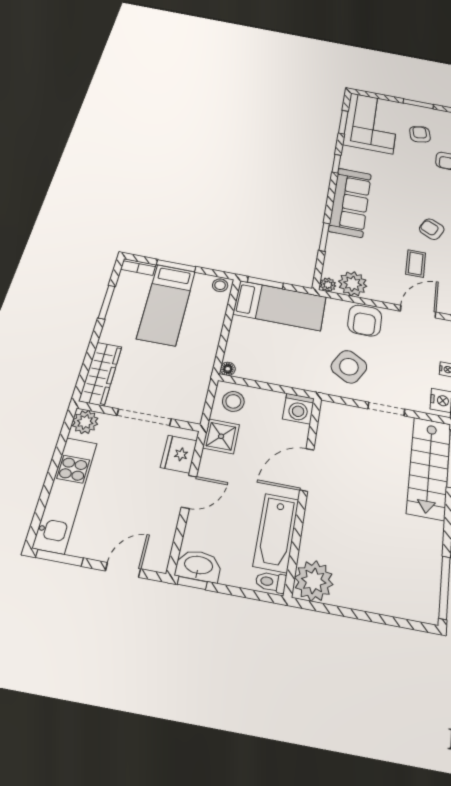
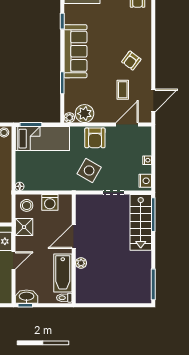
armchair: (432, 229) -> (131, 61), turned -80
washing machine: (298, 409) -> (50, 202), moved
plant: (314, 581) -> (81, 263), moved, width x0.53, depth x0.53

